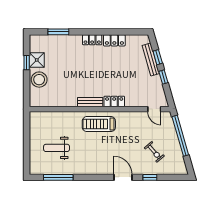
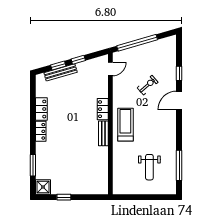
shower: (37, 60) -> (43, 187), moved
stool: (39, 80) -> (81, 185), removed
treadmill: (99, 124) -> (125, 125), turned 180
exercise bike: (154, 152) -> (148, 85), moved

